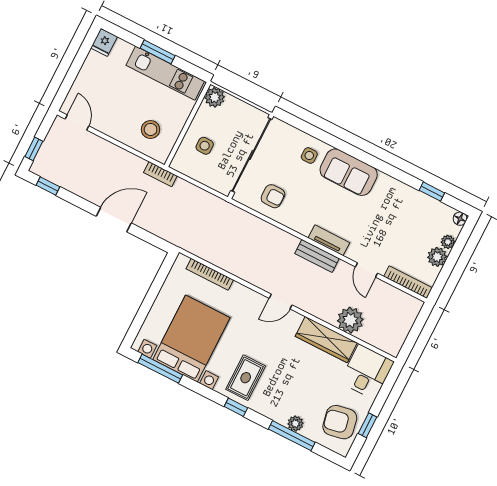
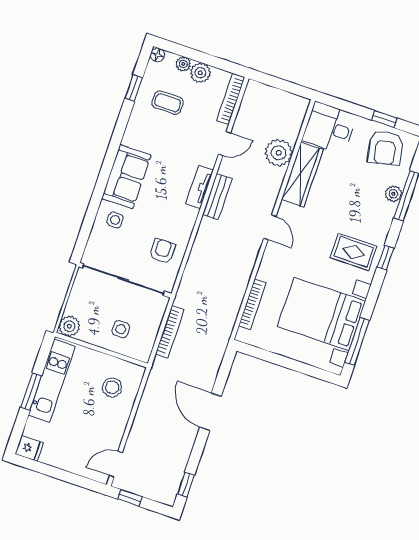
window: (34, 149) -> (130, 498), moved
bookcase: (160, 174) -> (170, 332), moved, width x1.56
coffee table: (413, 222) -> (168, 103), added

